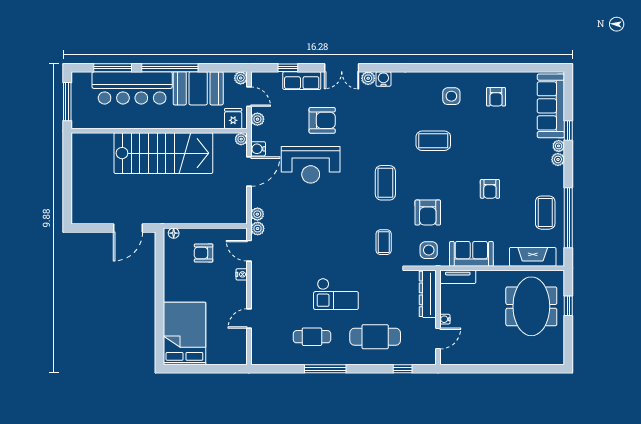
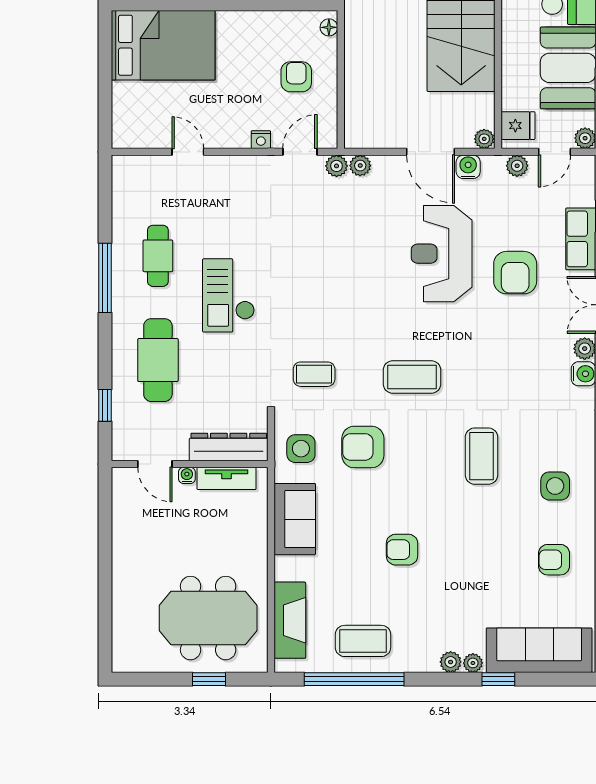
tv unit: (458, 277) -> (227, 478), moved, turned -90

